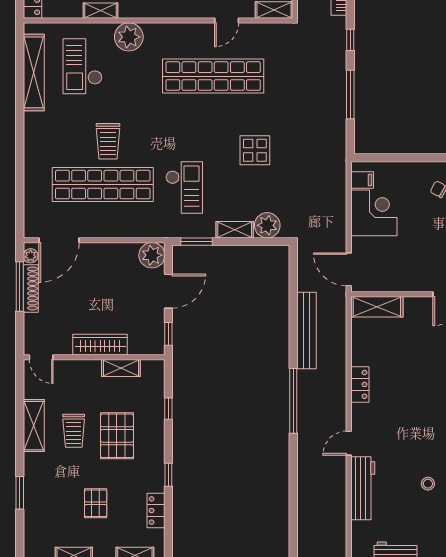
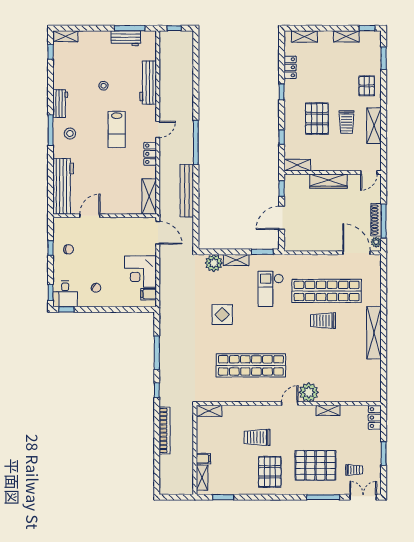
door: (227, 21) -> (290, 404), moved
checkout: (82, 66) -> (341, 372), removed
shelving: (34, 72) -> (374, 333), moved
trolley: (108, 141) -> (323, 321), turned -90
door: (59, 240) -> (357, 253), hinge flipped
plant: (152, 255) -> (293, 242), removed
shelving: (377, 307) -> (149, 196), moved, turned 90
door: (41, 357) -> (369, 173), swing flipped
shelving: (121, 368) -> (297, 165), moved
lab bench: (409, 420) -> (117, 130), added
trolley: (74, 431) -> (347, 122), turned 180
door: (349, 443) -> (158, 129), moved
window: (20, 493) -> (384, 58), moved
pallet: (96, 503) -> (367, 86), moved

